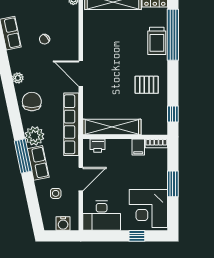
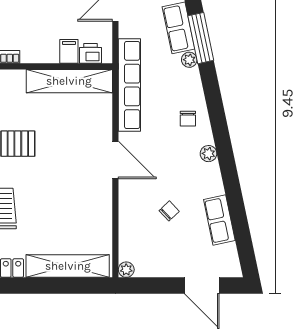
chair: (32, 102) -> (188, 119), width x0.54, depth x0.54
plant: (34, 136) -> (189, 60), width x0.53, depth x0.53
filing cabinet: (138, 147) -> (69, 51), moved

